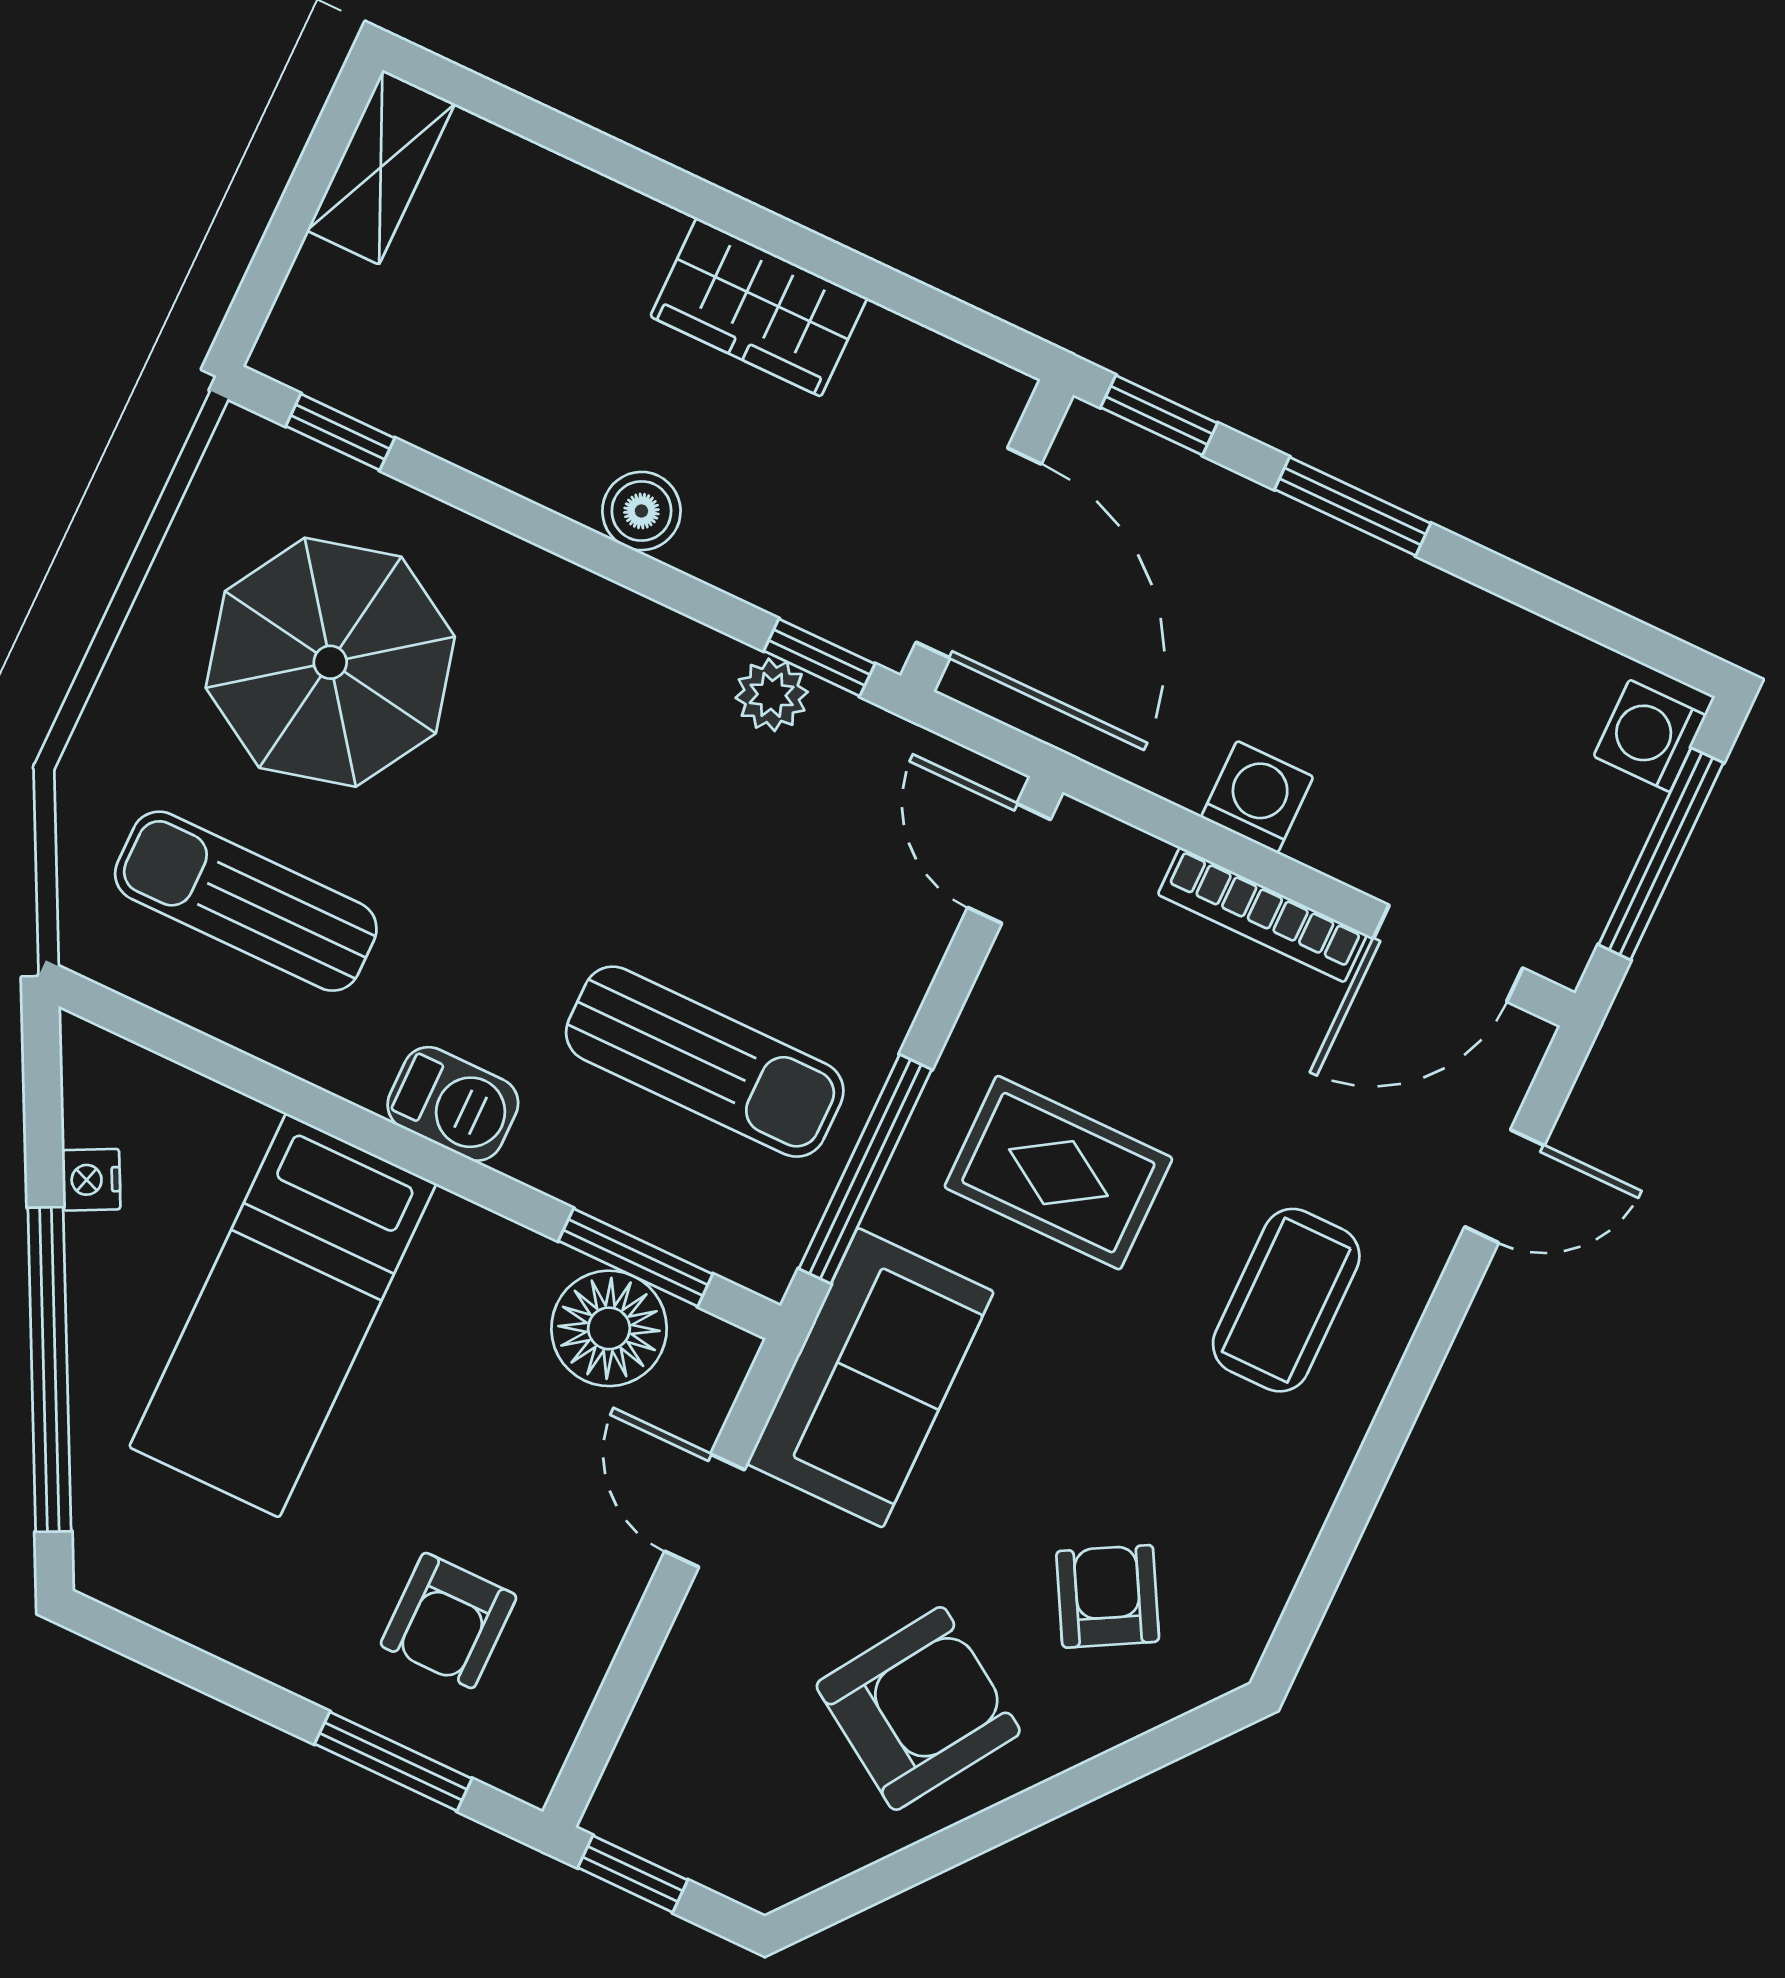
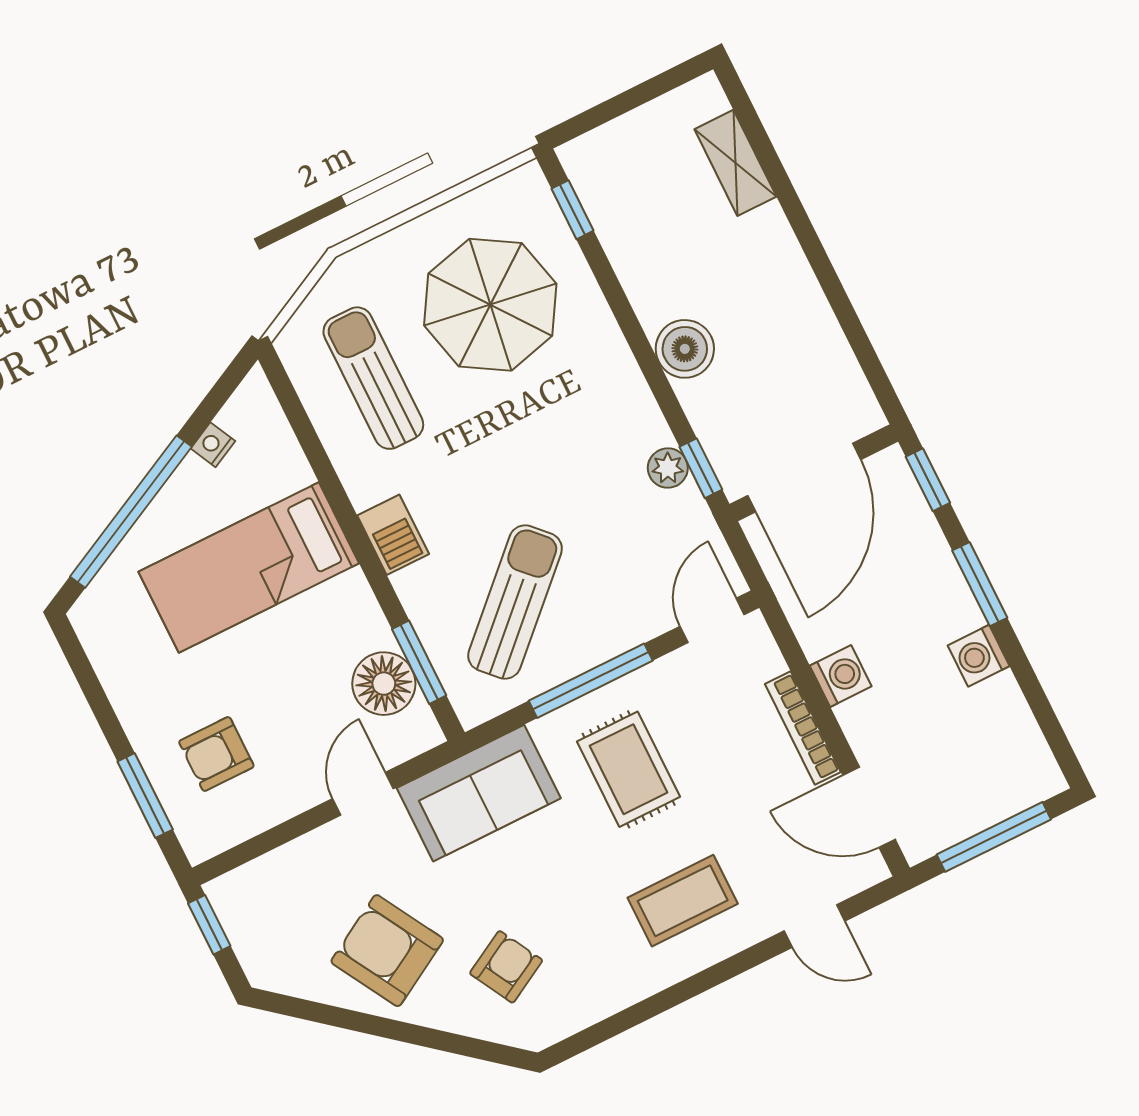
shelving: (381, 167) -> (735, 163), moved, turned 90
wardrobe: (759, 307) -> (794, 298), removed
boiler: (641, 511) -> (685, 349), width x1.36, depth x1.36
washing machine: (1650, 736) -> (979, 656), moved, turned -90
sun lounger: (705, 1062) -> (515, 602), turned -134
window: (865, 1169) -> (591, 681), moved
armchair: (918, 1708) -> (387, 951), turned -153

